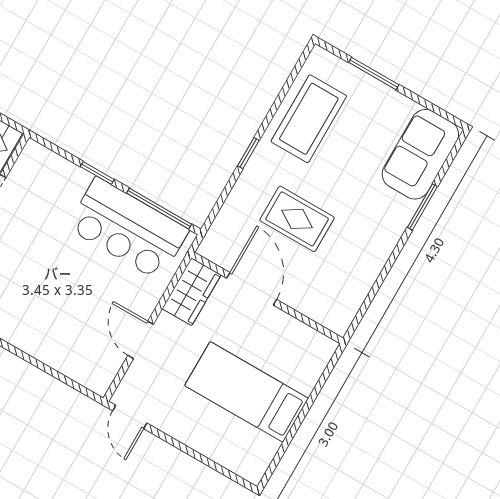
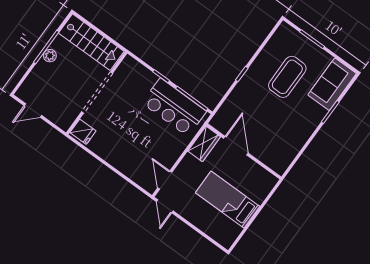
coffee table: (309, 119) -> (287, 77), moved
rug: (297, 219) -> (264, 111), removed
door: (141, 340) -> (165, 180), moved

